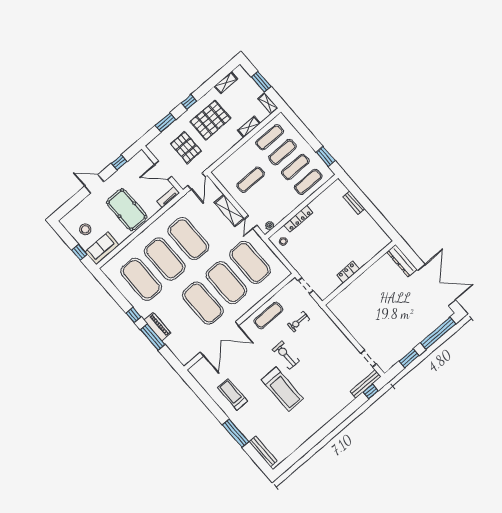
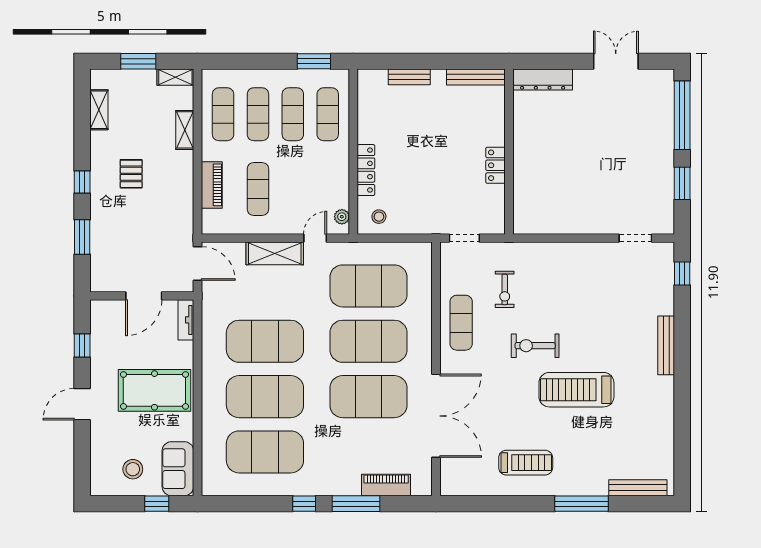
pallet: (210, 120) -> (131, 174), width x0.49, depth x0.50
pallet: (186, 148) -> (140, 239), removed
piano: (235, 158) -> (212, 185), added
door: (251, 222) -> (315, 238), swing flipped
bench: (378, 231) -> (476, 77), added
double door: (437, 285) -> (616, 61), width x0.54
piano: (157, 327) -> (386, 485), moved
bench: (366, 384) -> (666, 345), moved
treadmill: (282, 389) -> (576, 390), turned 180
treadmill: (233, 394) -> (526, 463), turned 180

